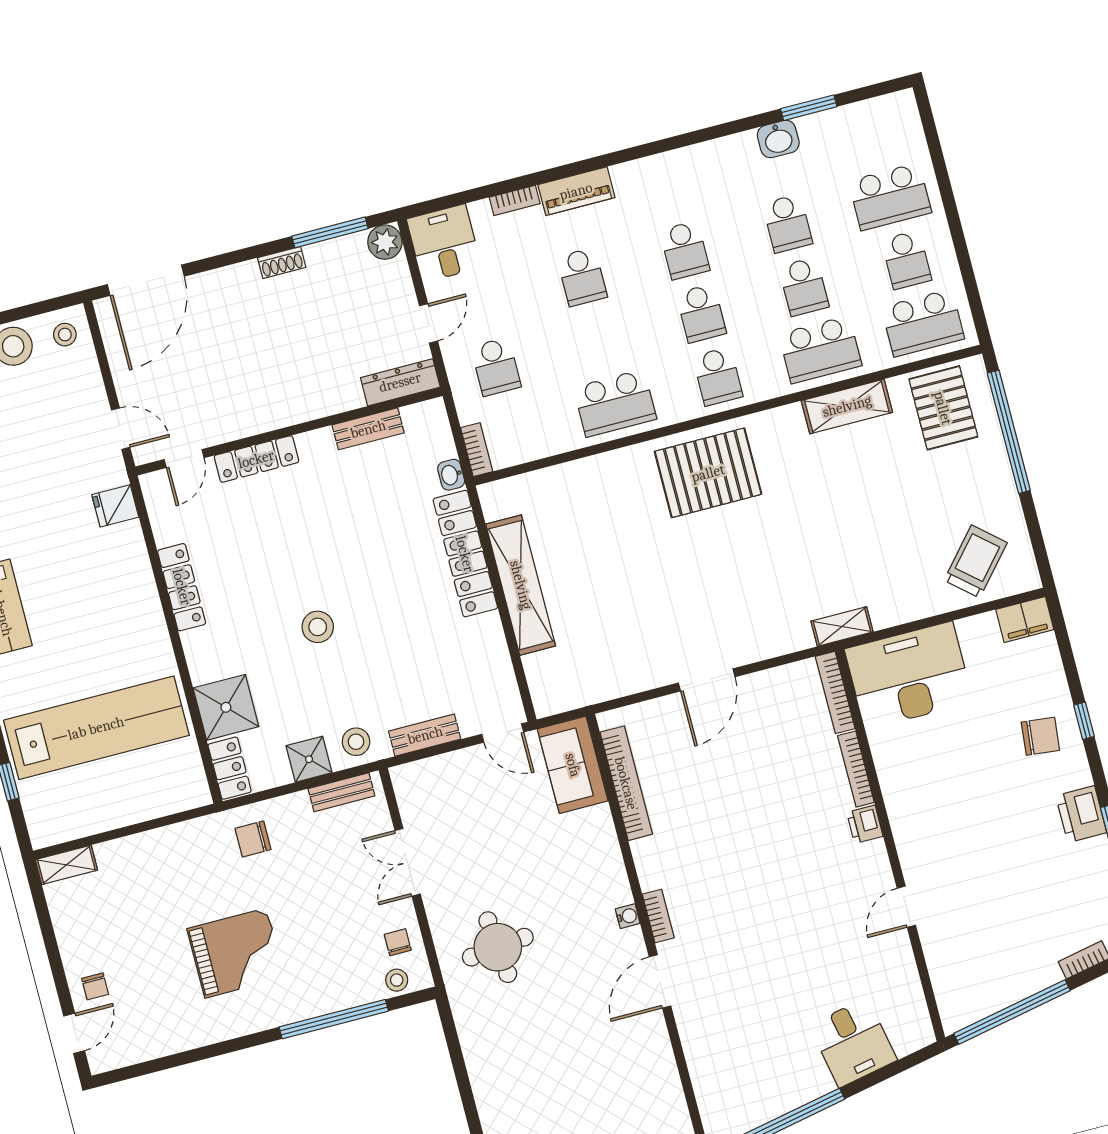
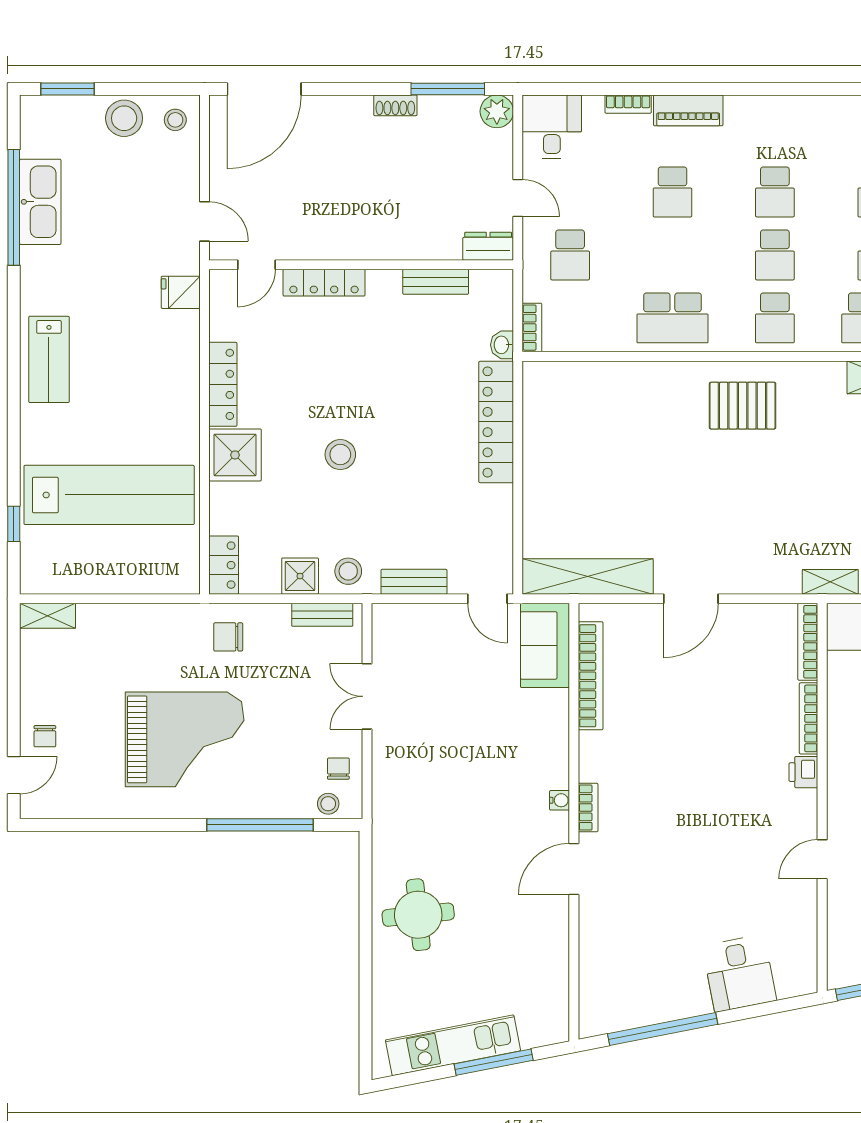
door: (429, 323) -> (518, 198), hinge flipped
dresser: (400, 382) -> (488, 246), width x0.70
pallet: (708, 473) -> (743, 406), width x0.73, depth x0.71
shelving: (521, 585) -> (588, 576), moved, turned 90
shower: (226, 707) -> (235, 455), moved
round table: (498, 947) -> (418, 915), moved
grand piano: (236, 953) -> (185, 739), width x1.37, depth x1.48

